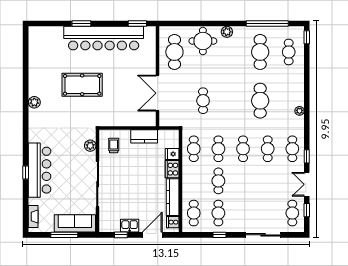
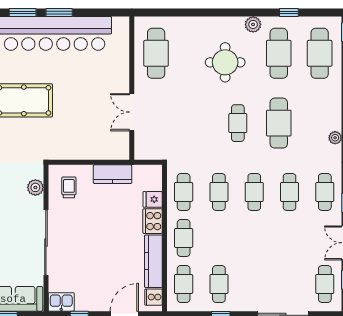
window: (137, 23) -> (59, 13), moved
window: (267, 23) -> (289, 13), width x0.32
plant: (227, 32) -> (253, 24), moved
round table: (203, 41) -> (225, 62), moved
cafe table: (289, 52) -> (320, 53), width x1.37, depth x1.35
double door: (158, 93) -> (132, 112), width x0.73
cafe table: (203, 101) -> (238, 123), moved
cafe table: (218, 181) -> (184, 238), moved
kitchen sink: (130, 226) -> (61, 302), moved

